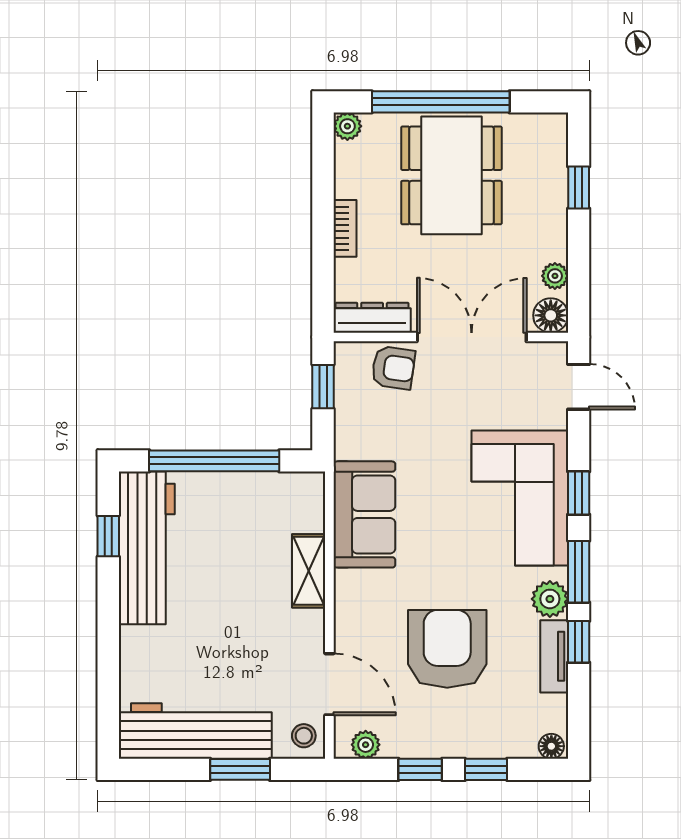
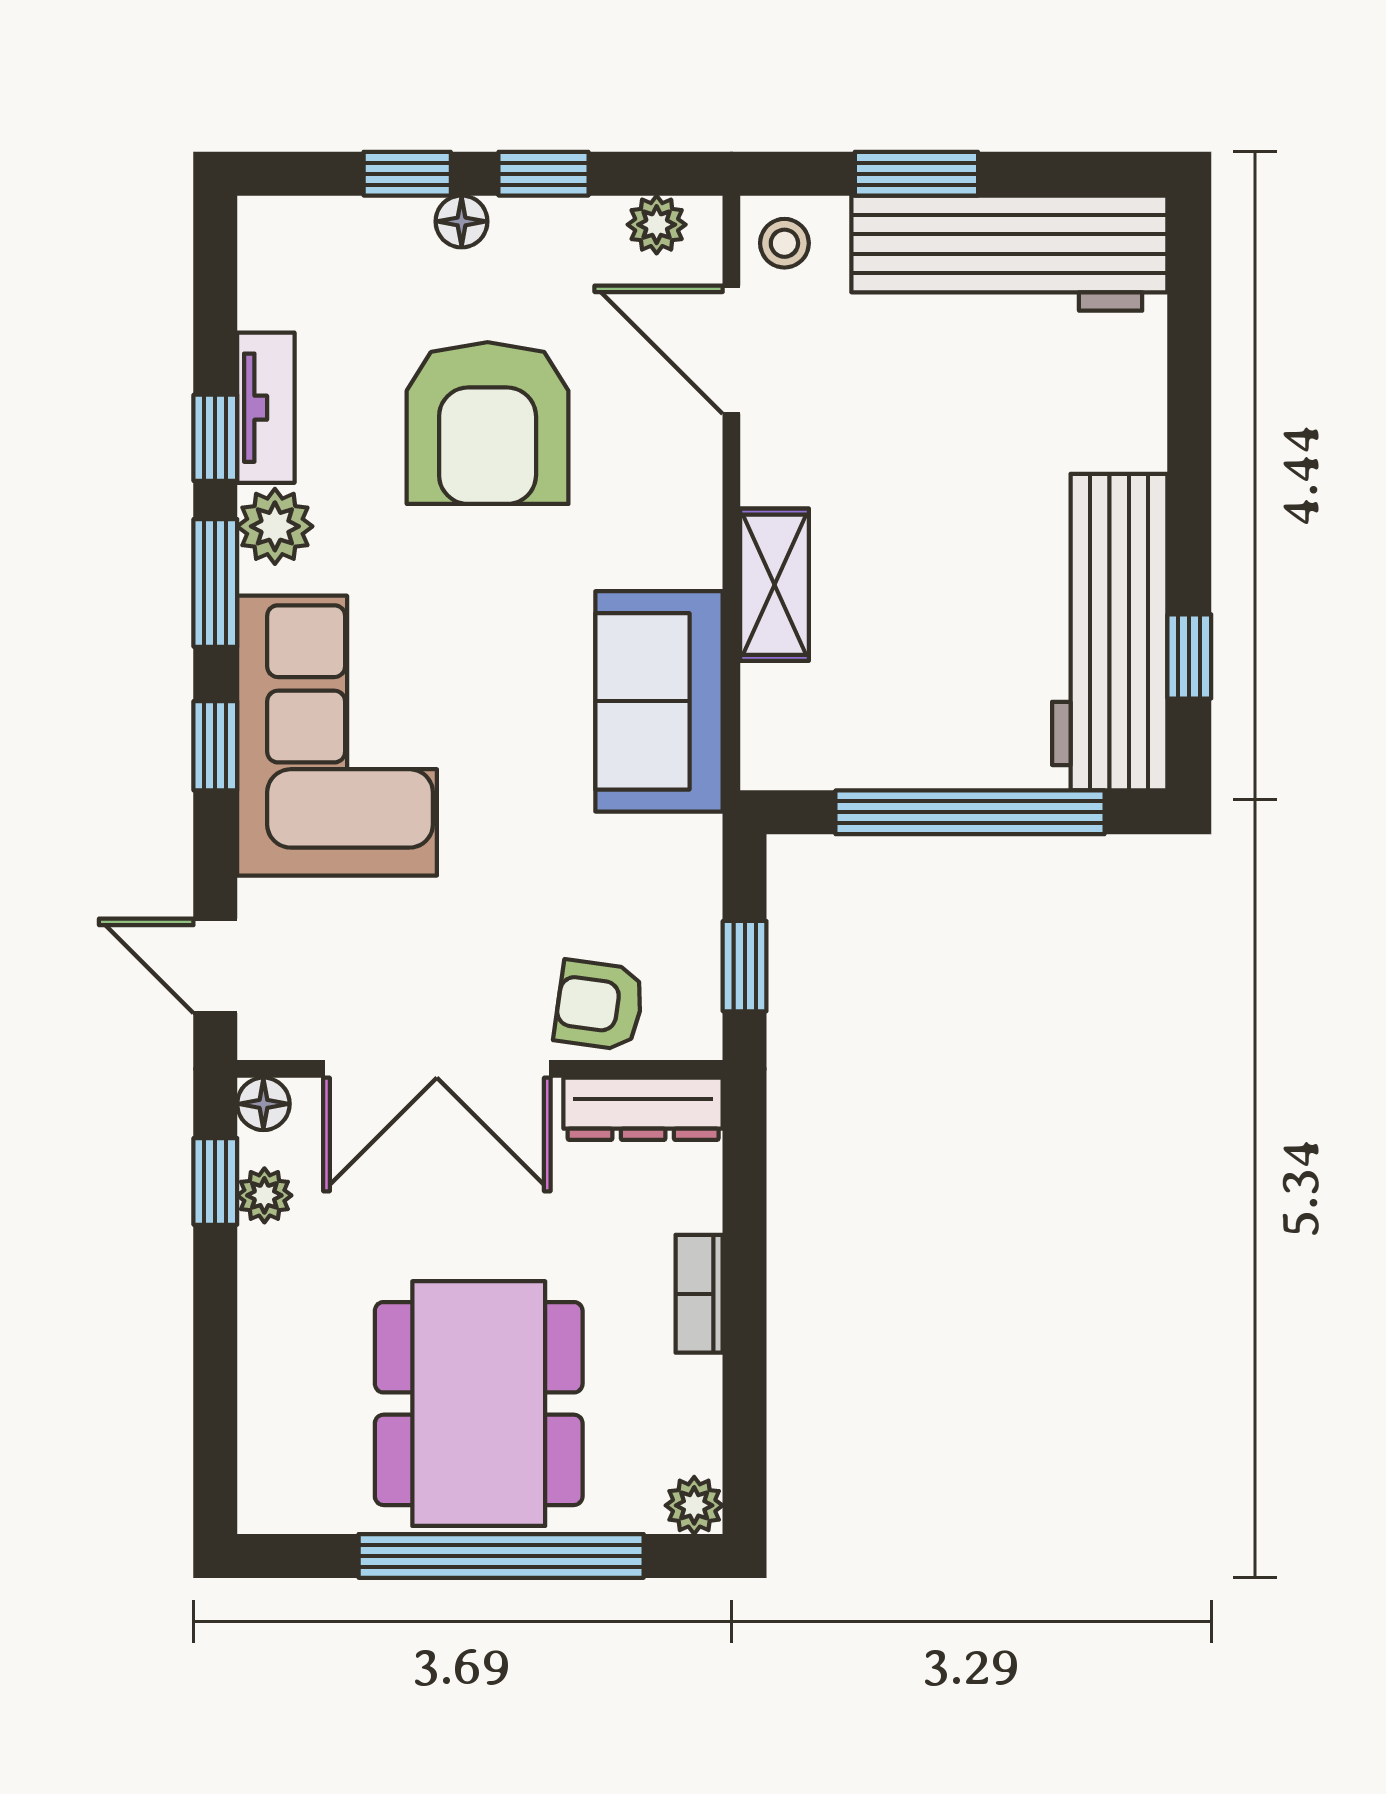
window: (579, 187) -> (215, 1181), moved
floor lamp: (551, 315) -> (263, 1104), width x0.73, depth x0.73
floor lamp: (551, 746) -> (462, 221), moved

